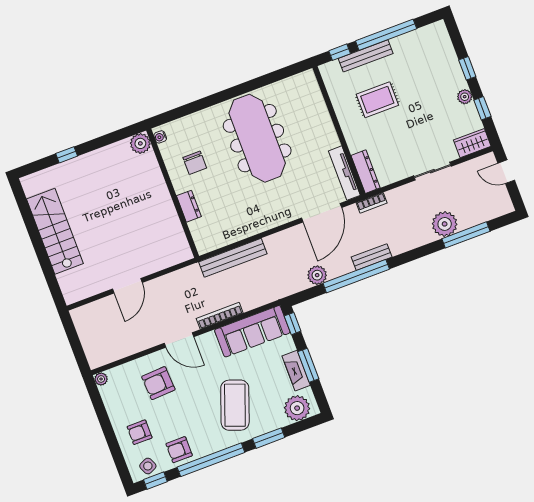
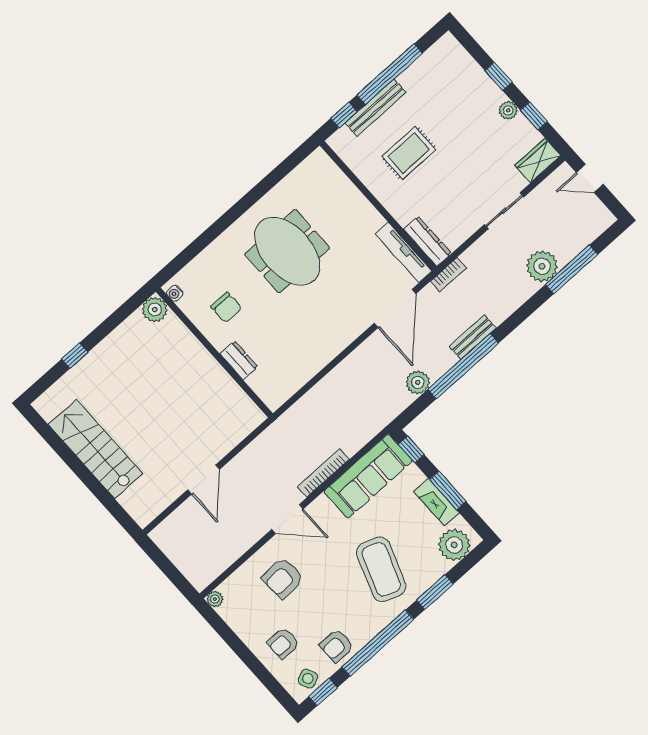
meeting table: (257, 138) -> (287, 251), width x0.73
bench: (233, 258) -> (313, 400), removed

